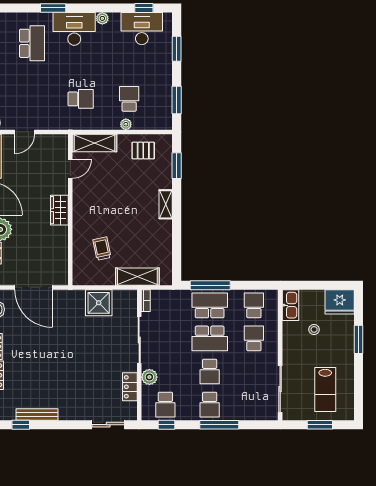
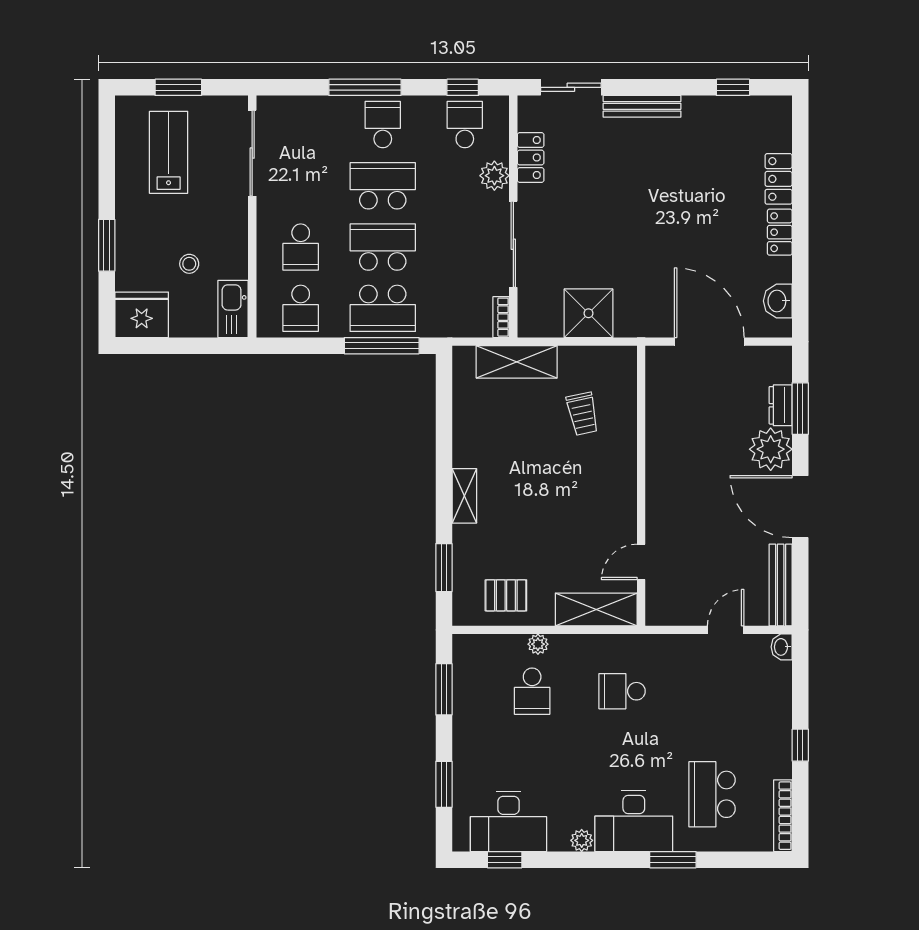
wardrobe: (59, 210) -> (661, 485), removed
school desk: (210, 371) -> (383, 186), width x1.85
bench: (37, 414) -> (642, 106), moved

